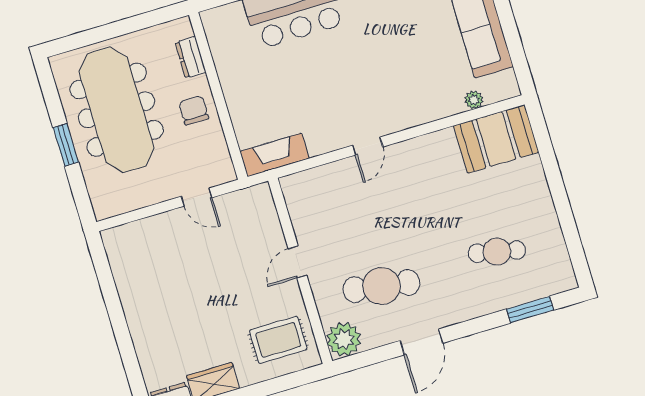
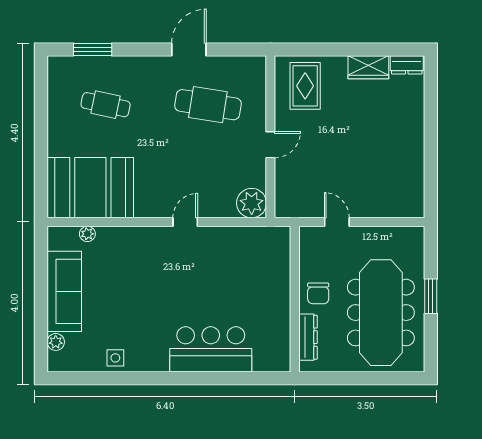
dresser: (190, 57) -> (308, 337), width x1.44
booth: (496, 139) -> (90, 188), width x1.36, depth x1.42
fireplace: (275, 155) -> (263, 237), removed
plant: (344, 339) -> (252, 203), moved
rug: (278, 340) -> (305, 86), turned 90

